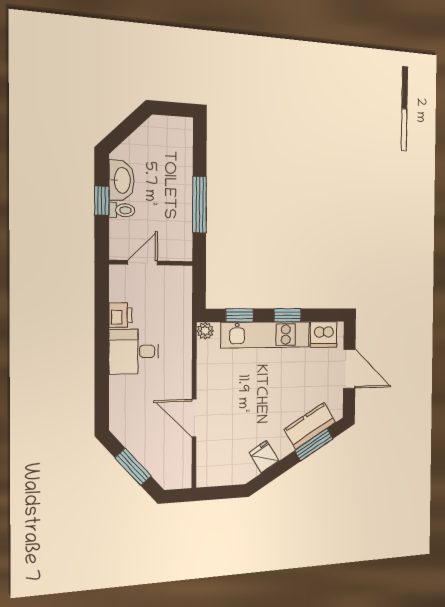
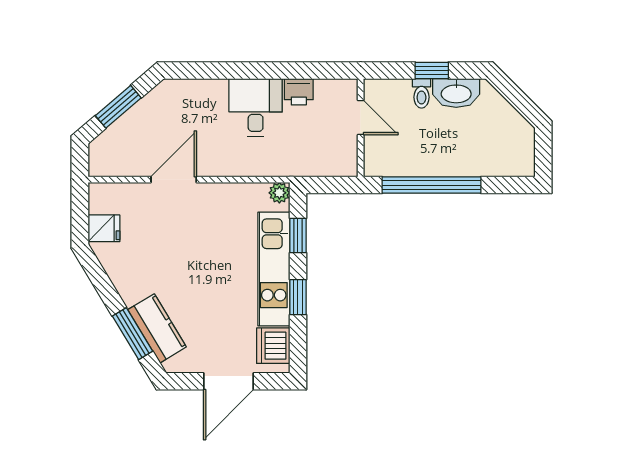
window: (199, 205) -> (431, 185), width x1.46
fridge: (264, 457) -> (104, 228), moved, turned 31

